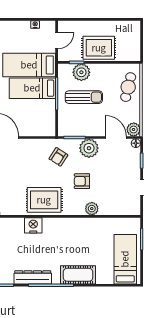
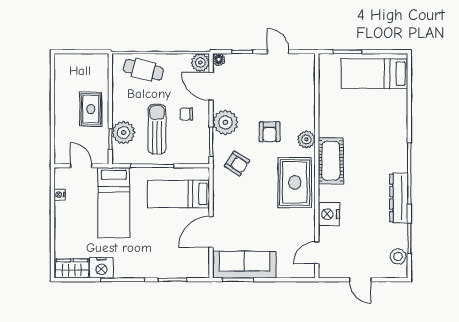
rug: (99, 48) -> (91, 109), width x0.73, depth x0.70
bed: (32, 88) -> (179, 194), moved, turned 90
chair: (95, 119) -> (186, 114), added
door: (116, 138) -> (211, 86), hinge flipped
plant: (92, 209) -> (306, 139), moved
nightstand: (33, 225) -> (329, 214), moved
cot: (78, 275) -> (331, 161), moved

